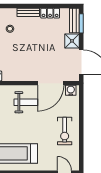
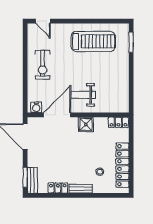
shower: (72, 41) -> (86, 125), moved
exercise bike: (65, 131) -> (43, 65), turned 180

